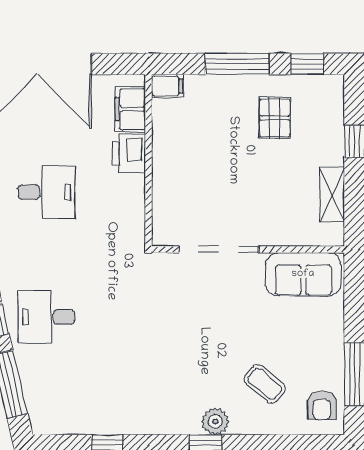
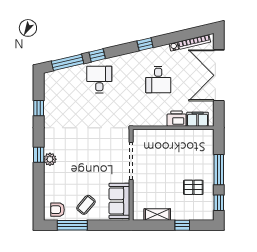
filing cabinet: (167, 86) -> (208, 137), removed
coffee table: (265, 384) -> (86, 205), moved

